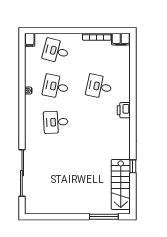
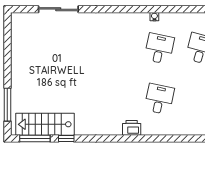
desk: (56, 122) -> (118, 49), removed
sliding door: (22, 173) -> (58, 9), width x0.73
window: (133, 193) -> (35, 138), added

